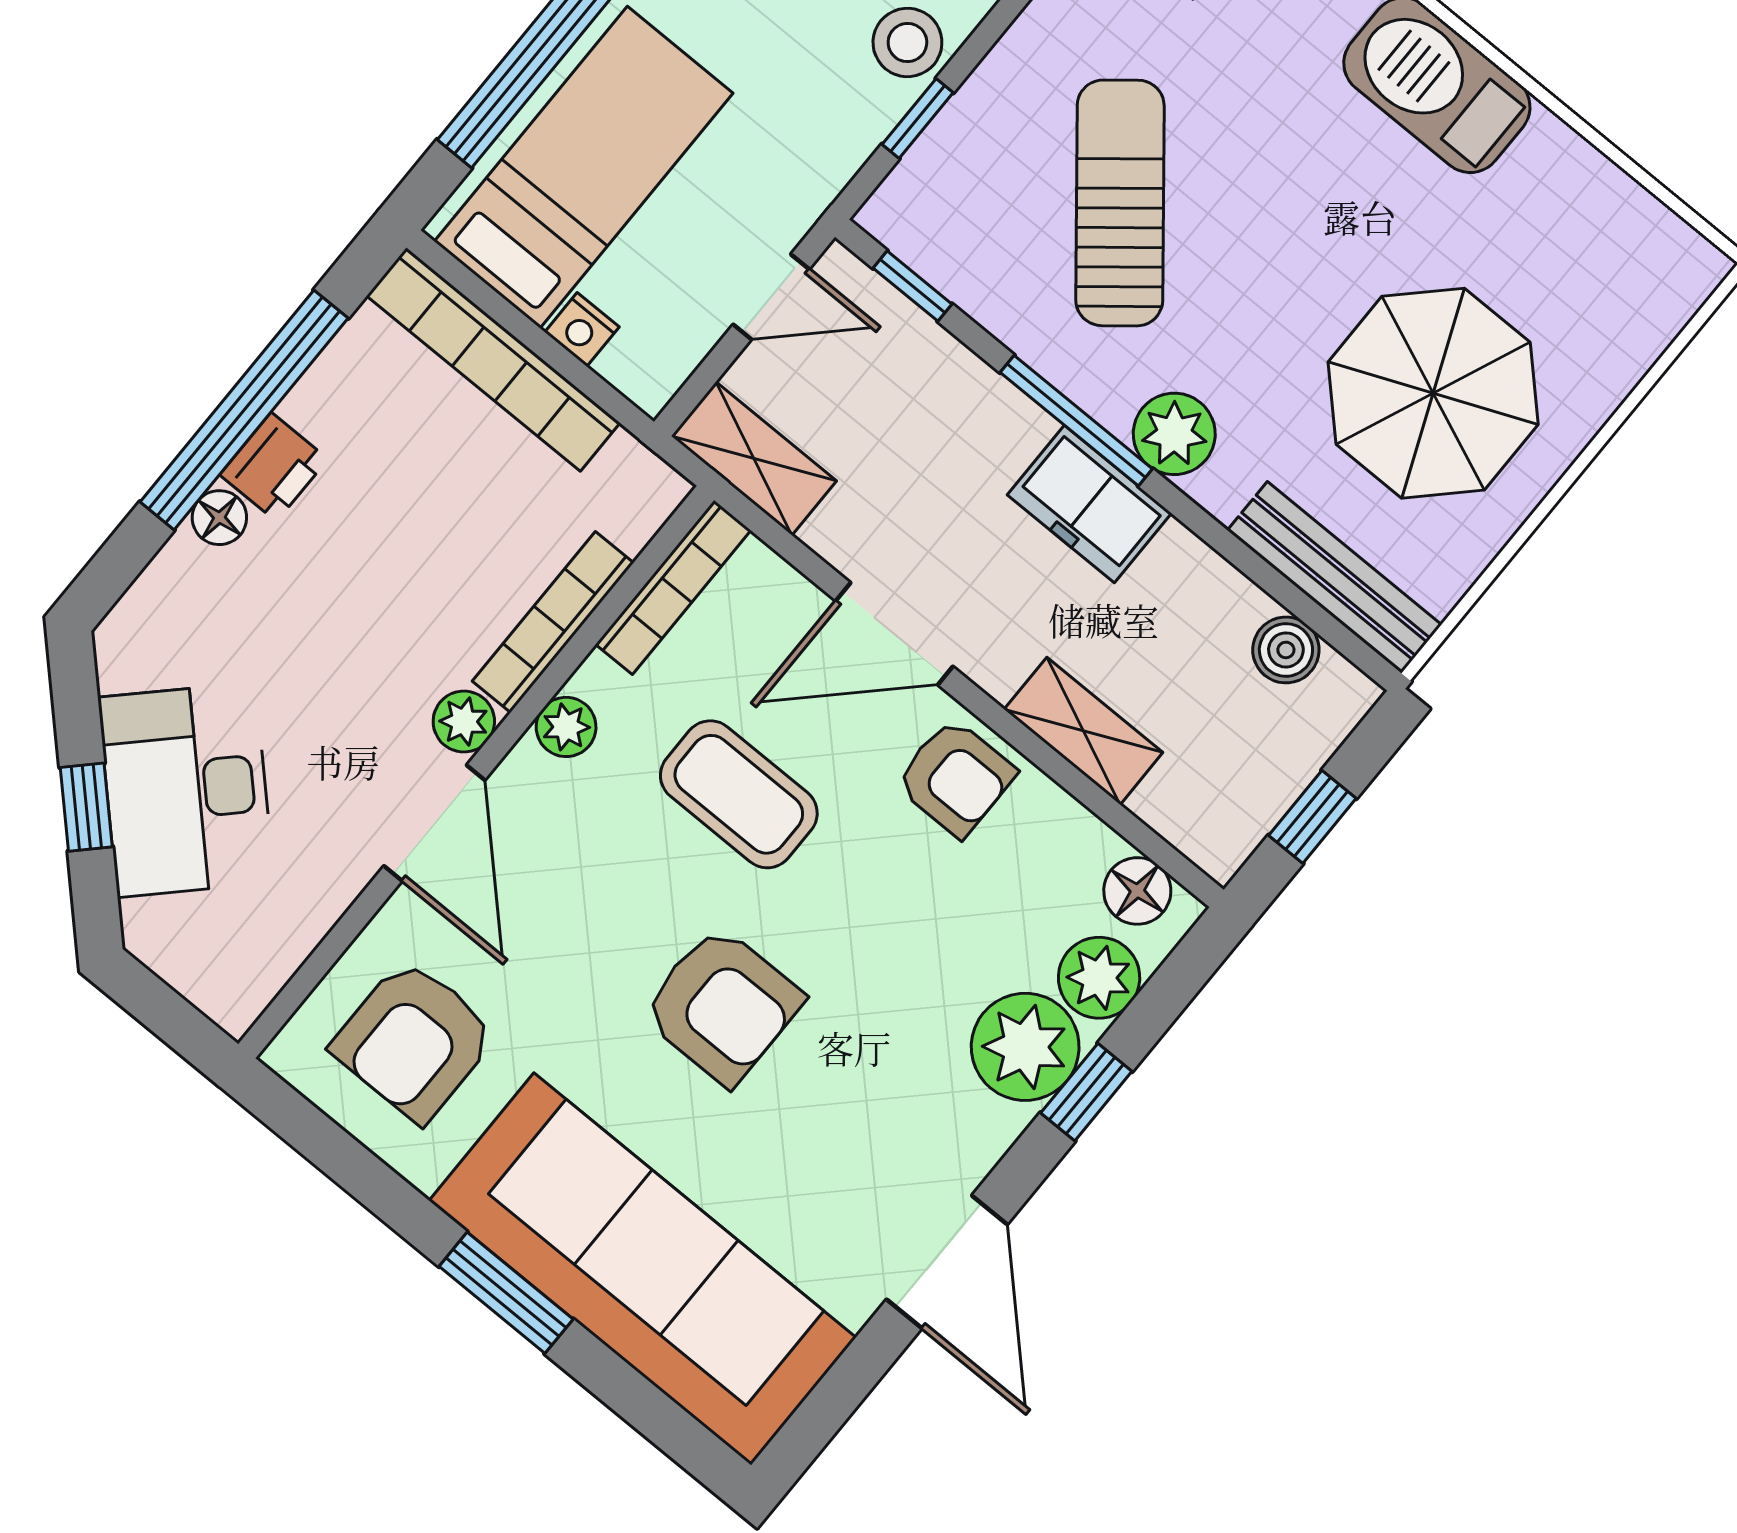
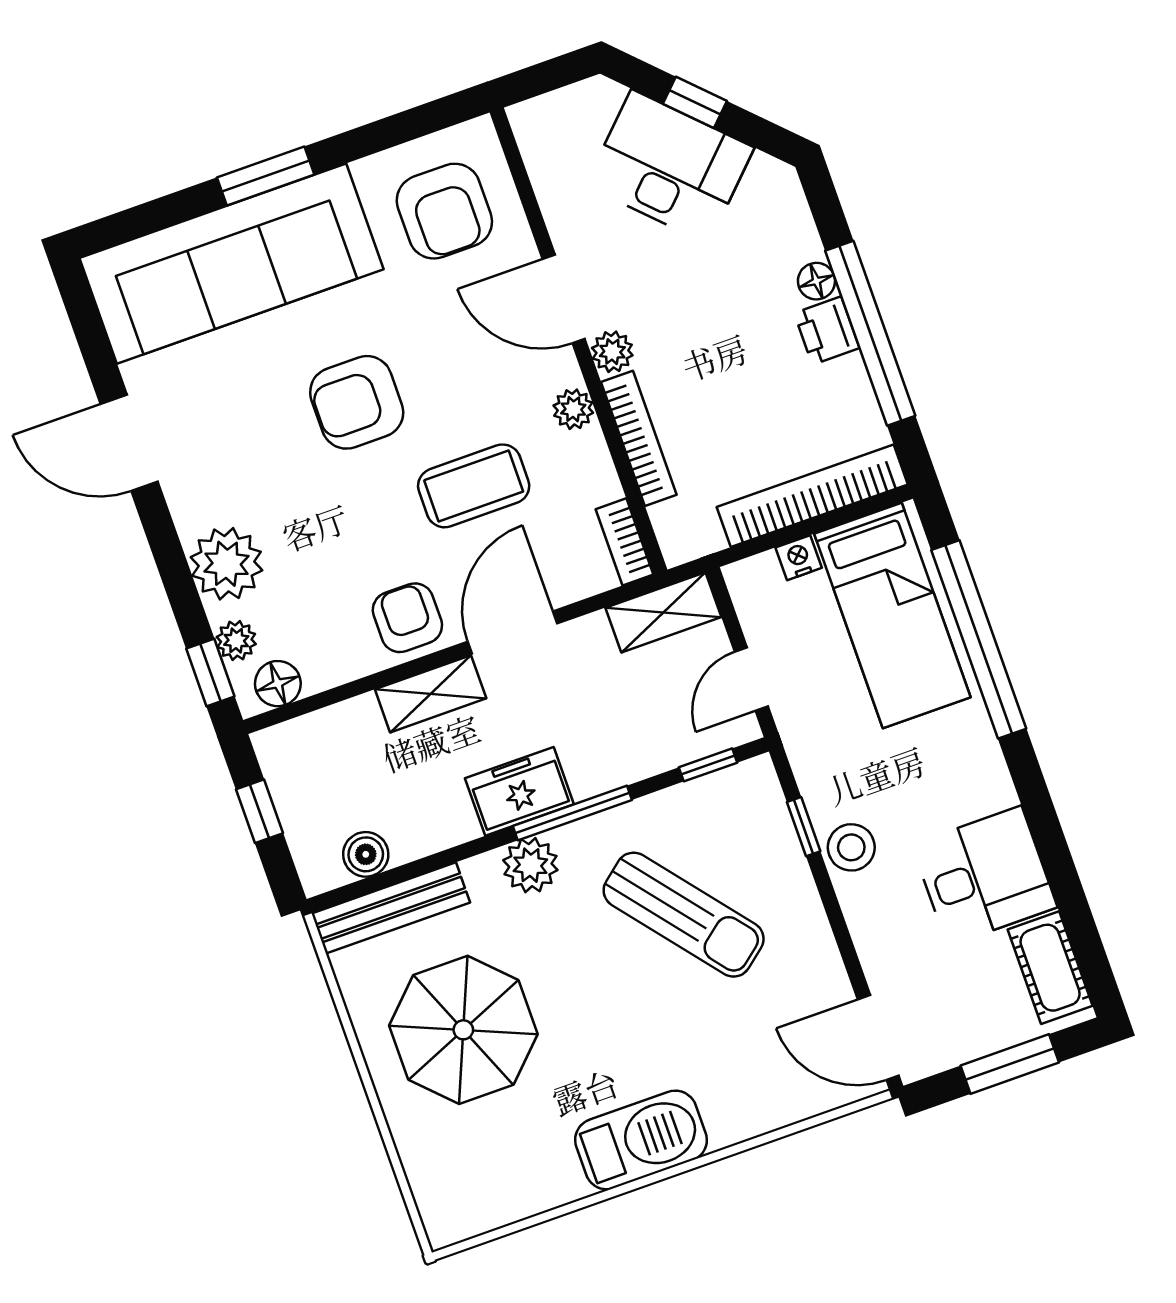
bookcase: (673, 587) -> (624, 542), width x0.64
shelving: (1083, 731) -> (431, 694), moved
armchair: (956, 778) -> (407, 618), turned 90
plant: (1099, 978) -> (236, 641), width x0.73, depth x0.73
armchair: (414, 1040) -> (444, 211), turned 180
window: (1086, 1092) -> (210, 673), moved

